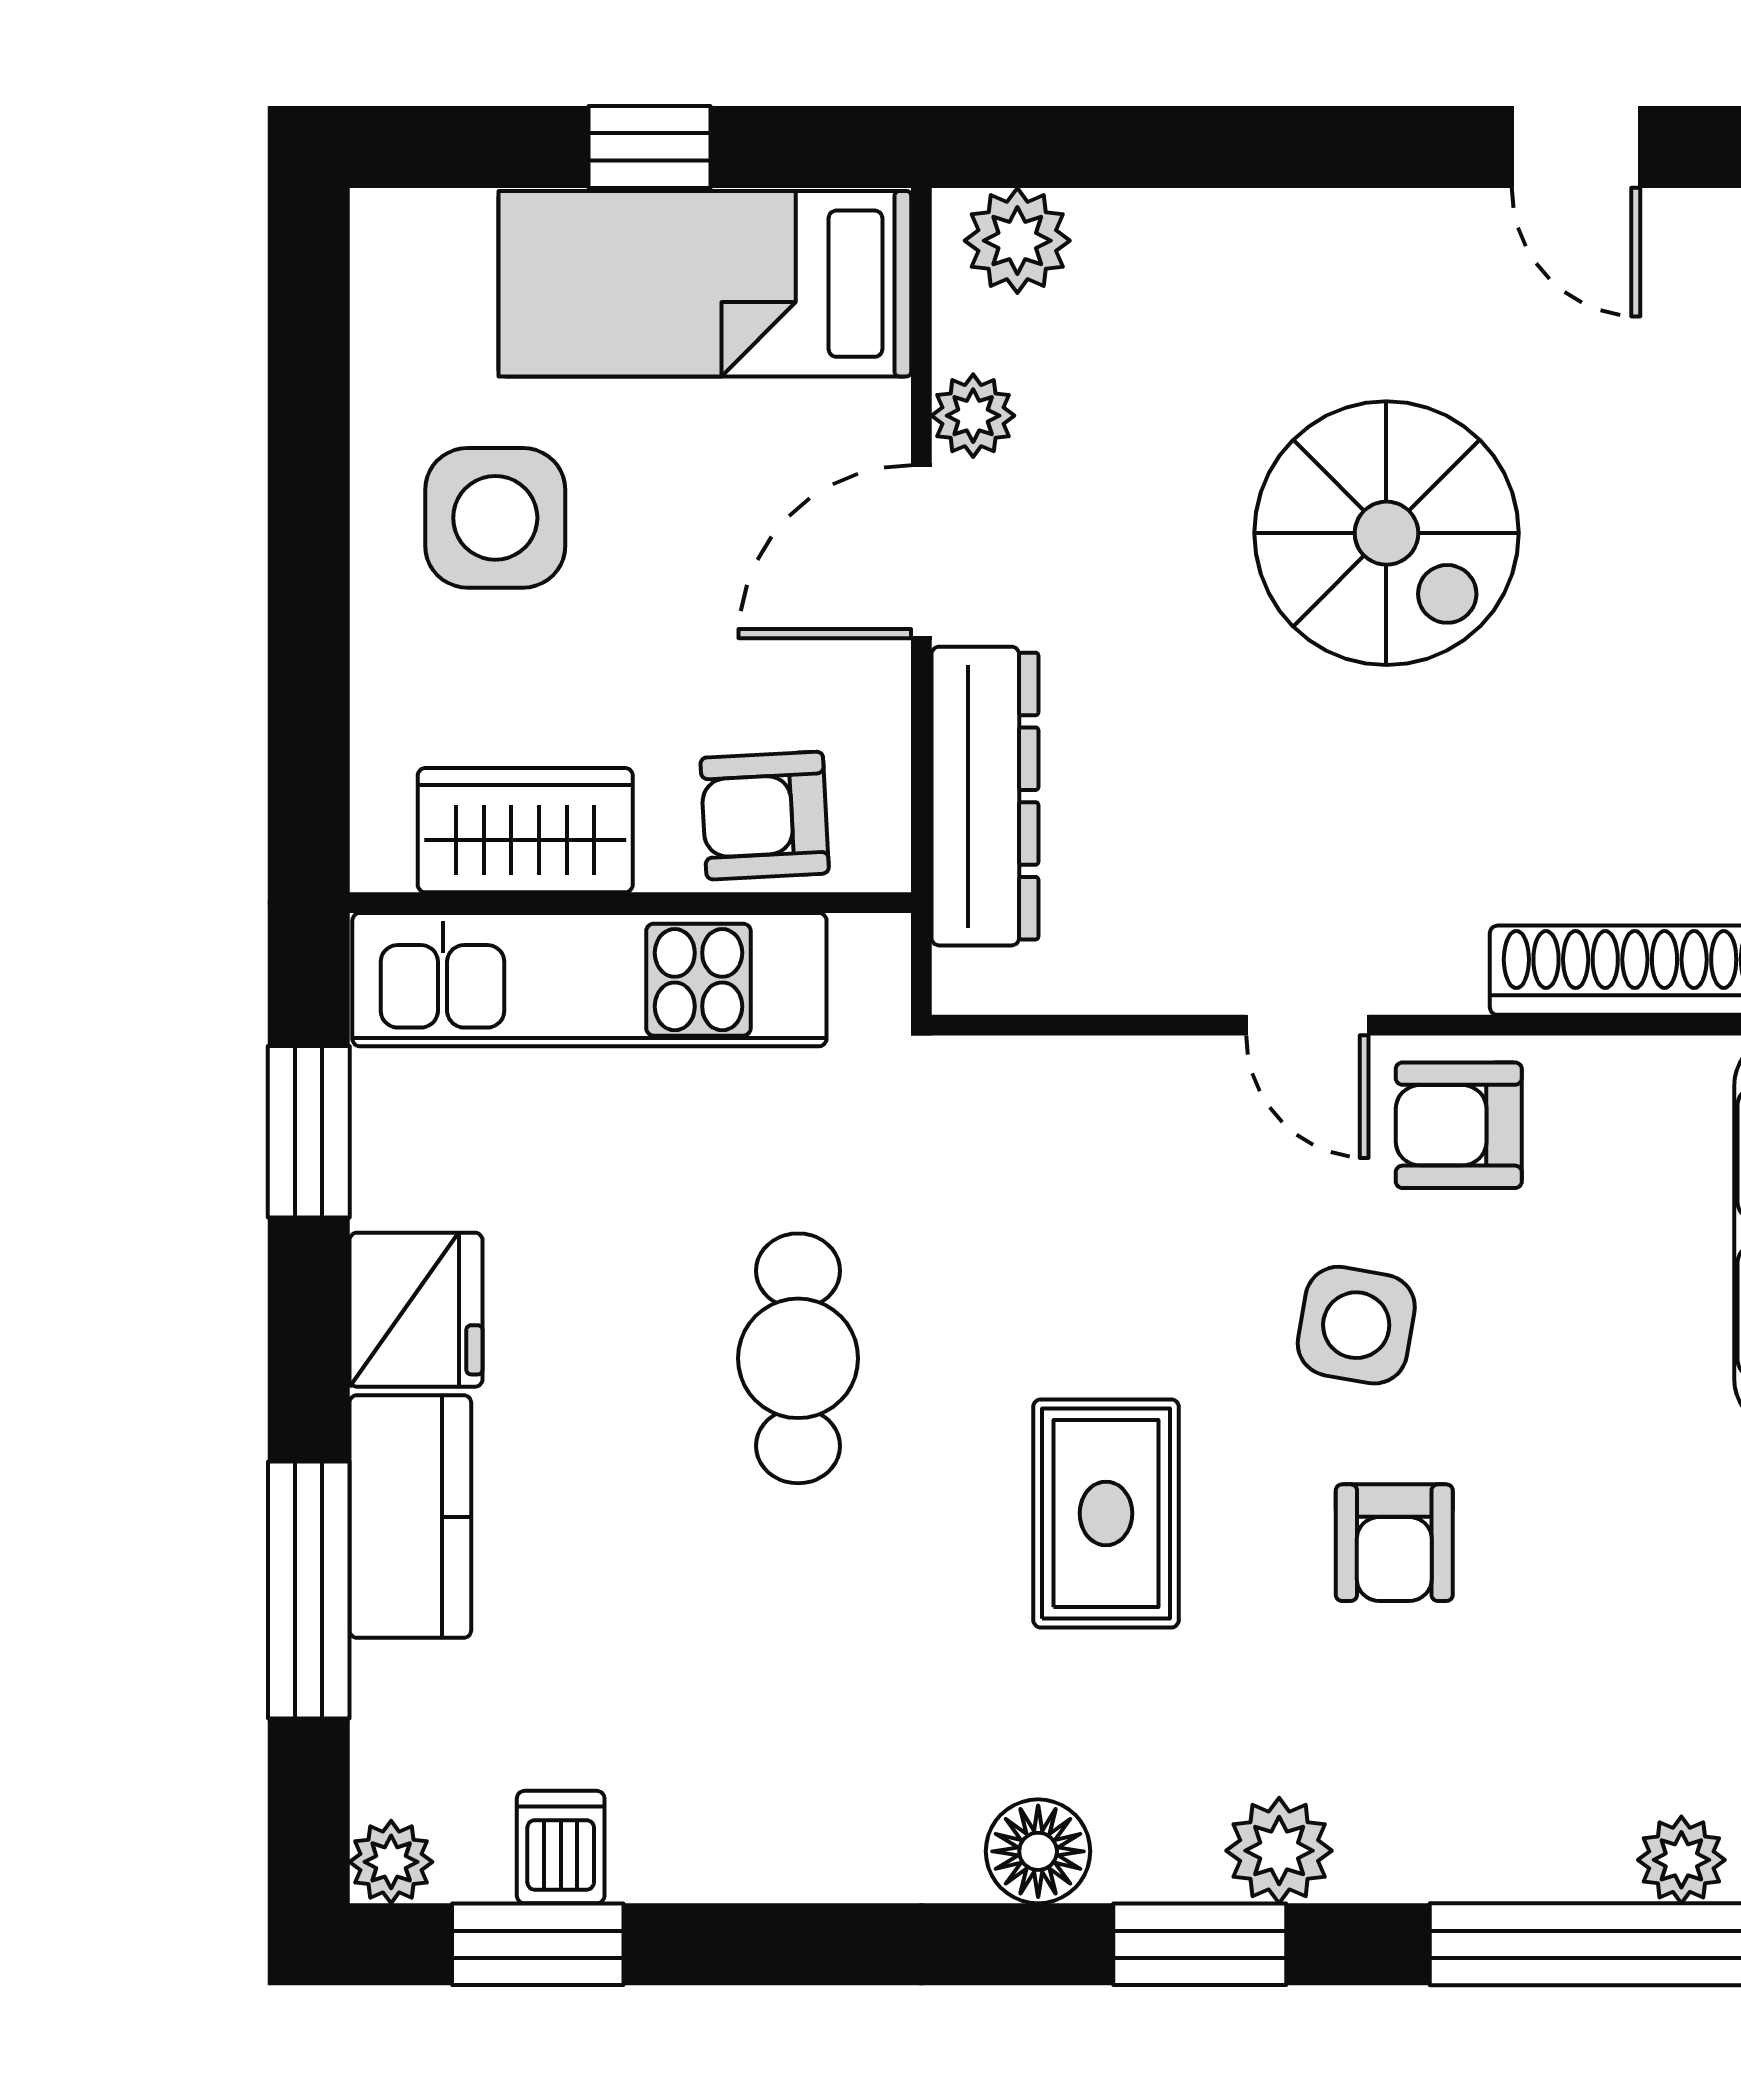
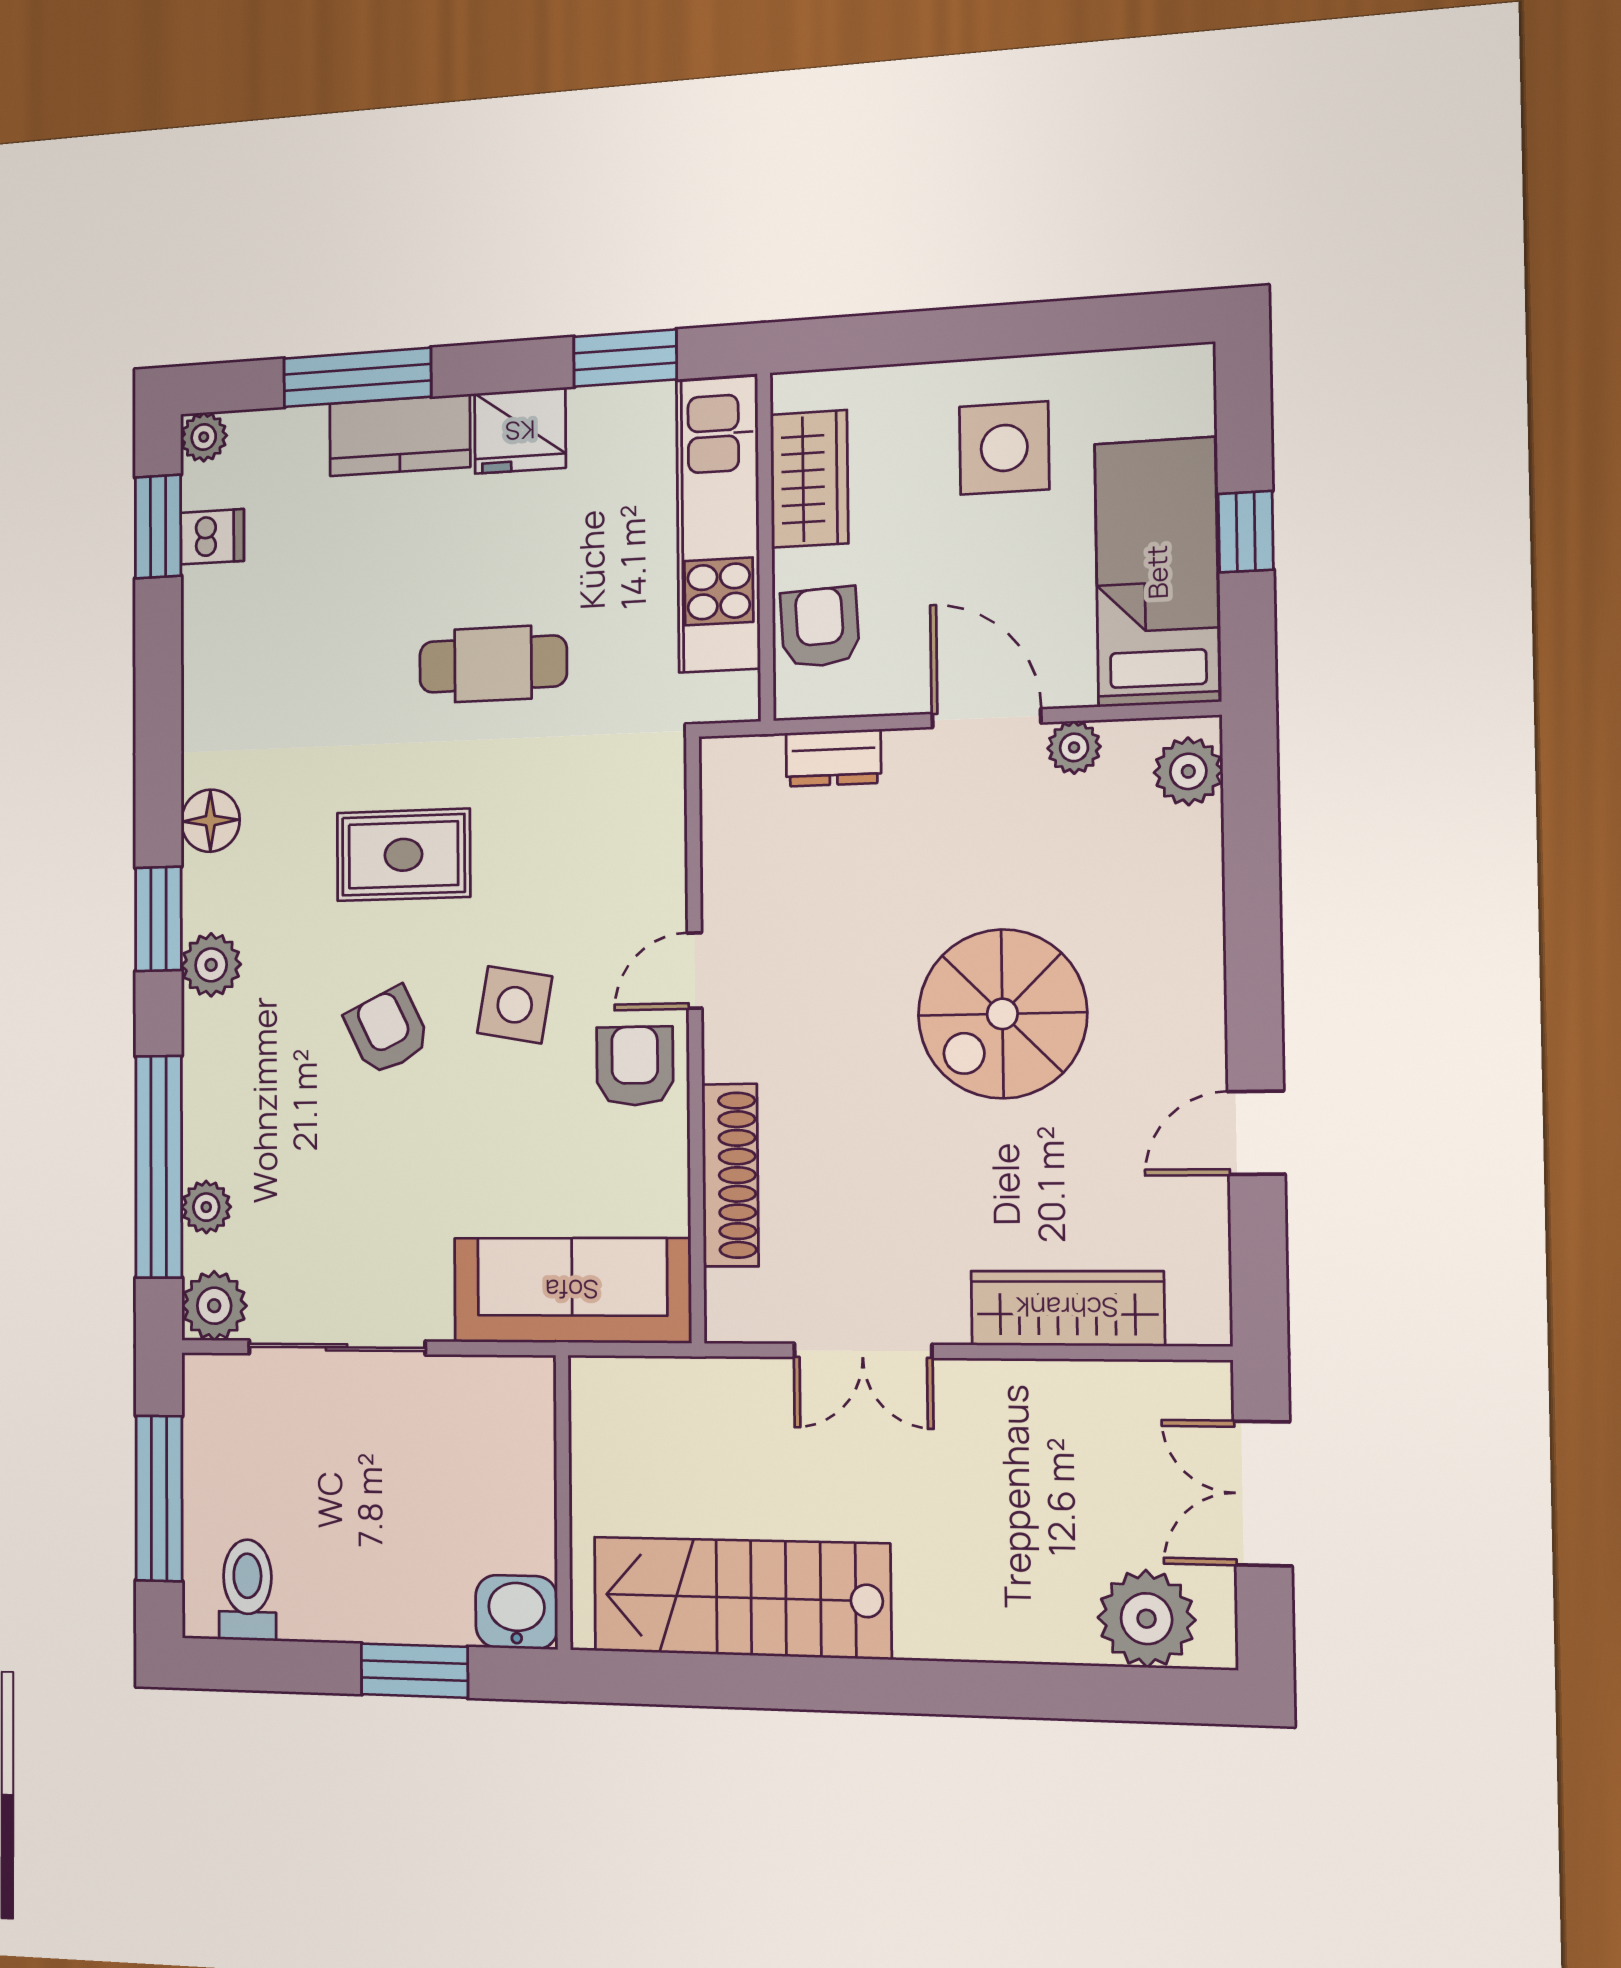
dresser: (985, 796) -> (833, 758), width x0.51, depth x0.80
armchair: (1394, 1543) -> (387, 1031), turned 64

